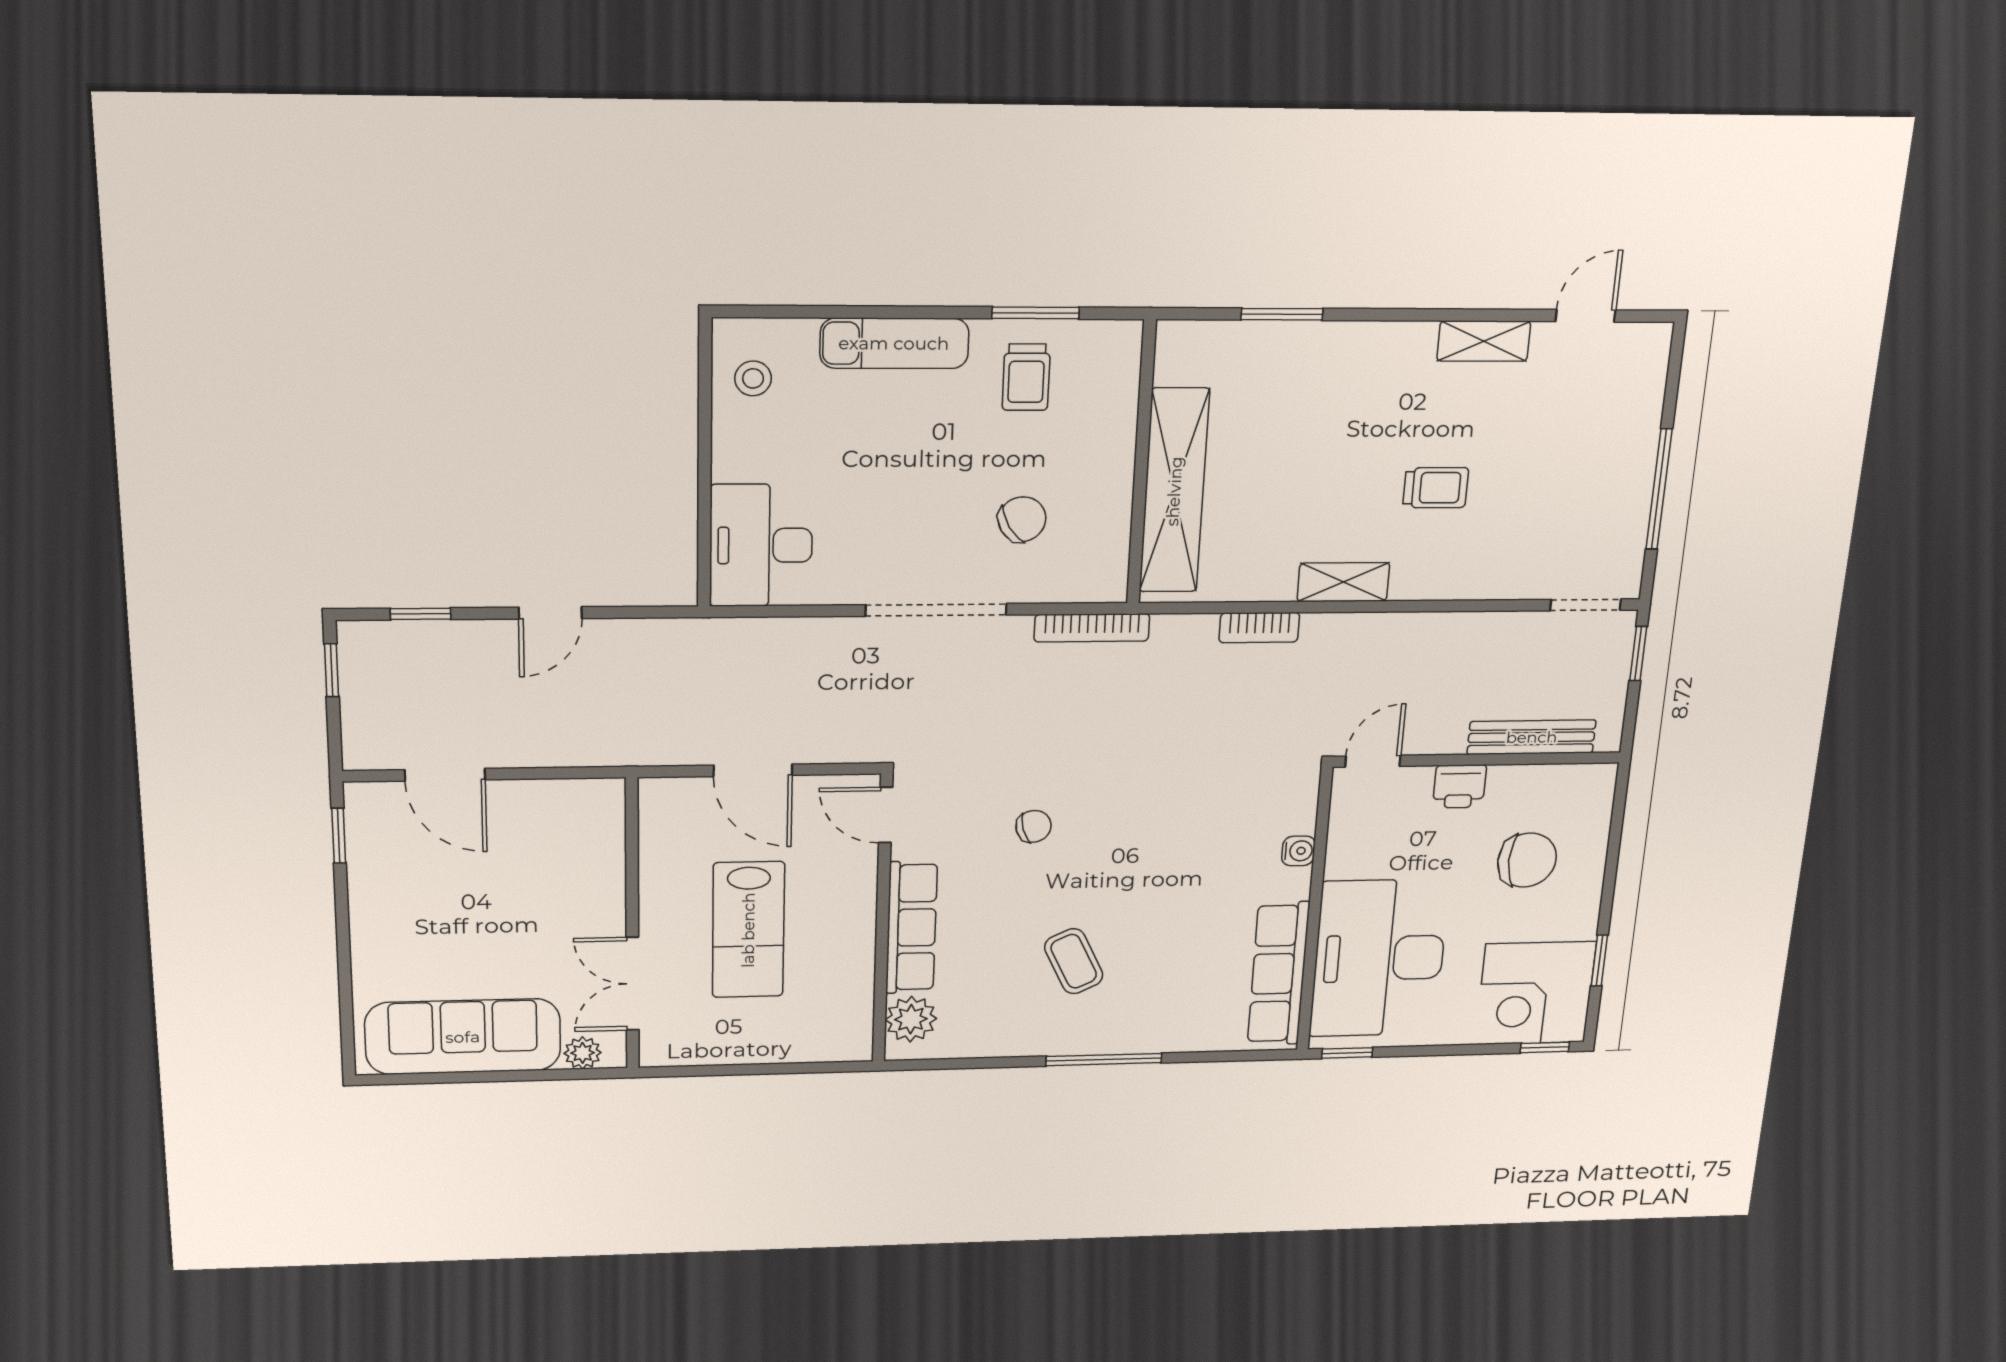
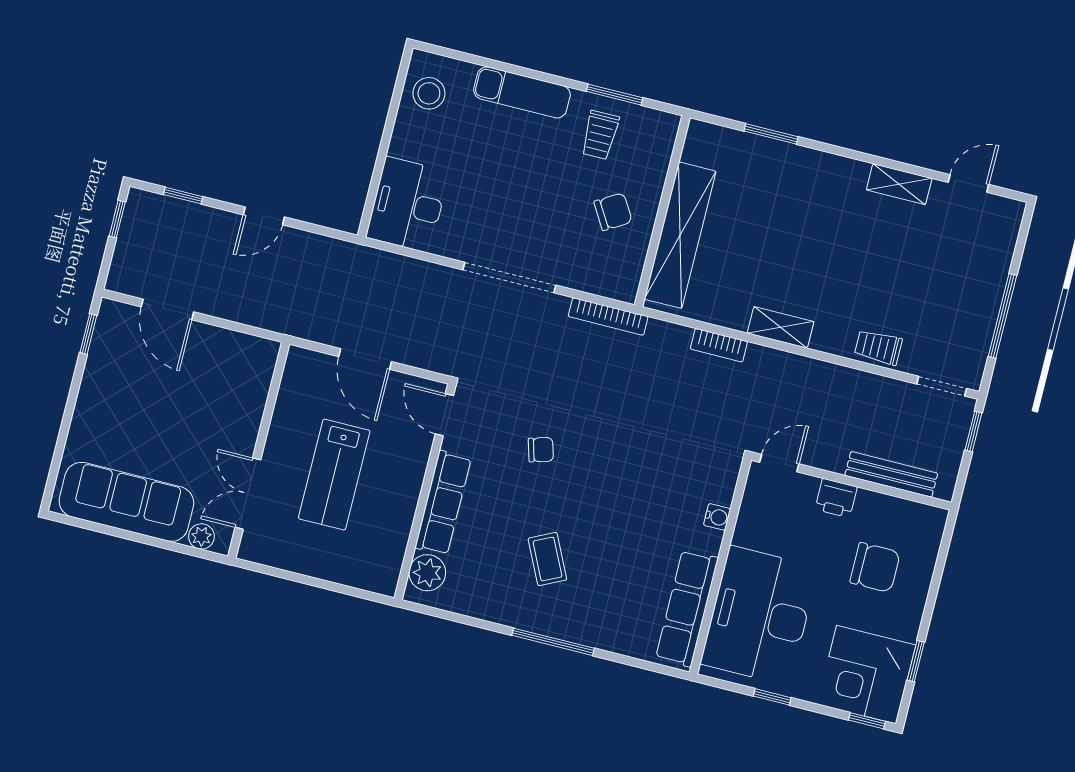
stool: (753, 378) -> (429, 93), width x1.37, depth x1.37
trolley: (1436, 488) -> (878, 347), moved, turned 180
chair: (1022, 519) -> (613, 212), moved
window: (1347, 1053) -> (772, 697), moved

